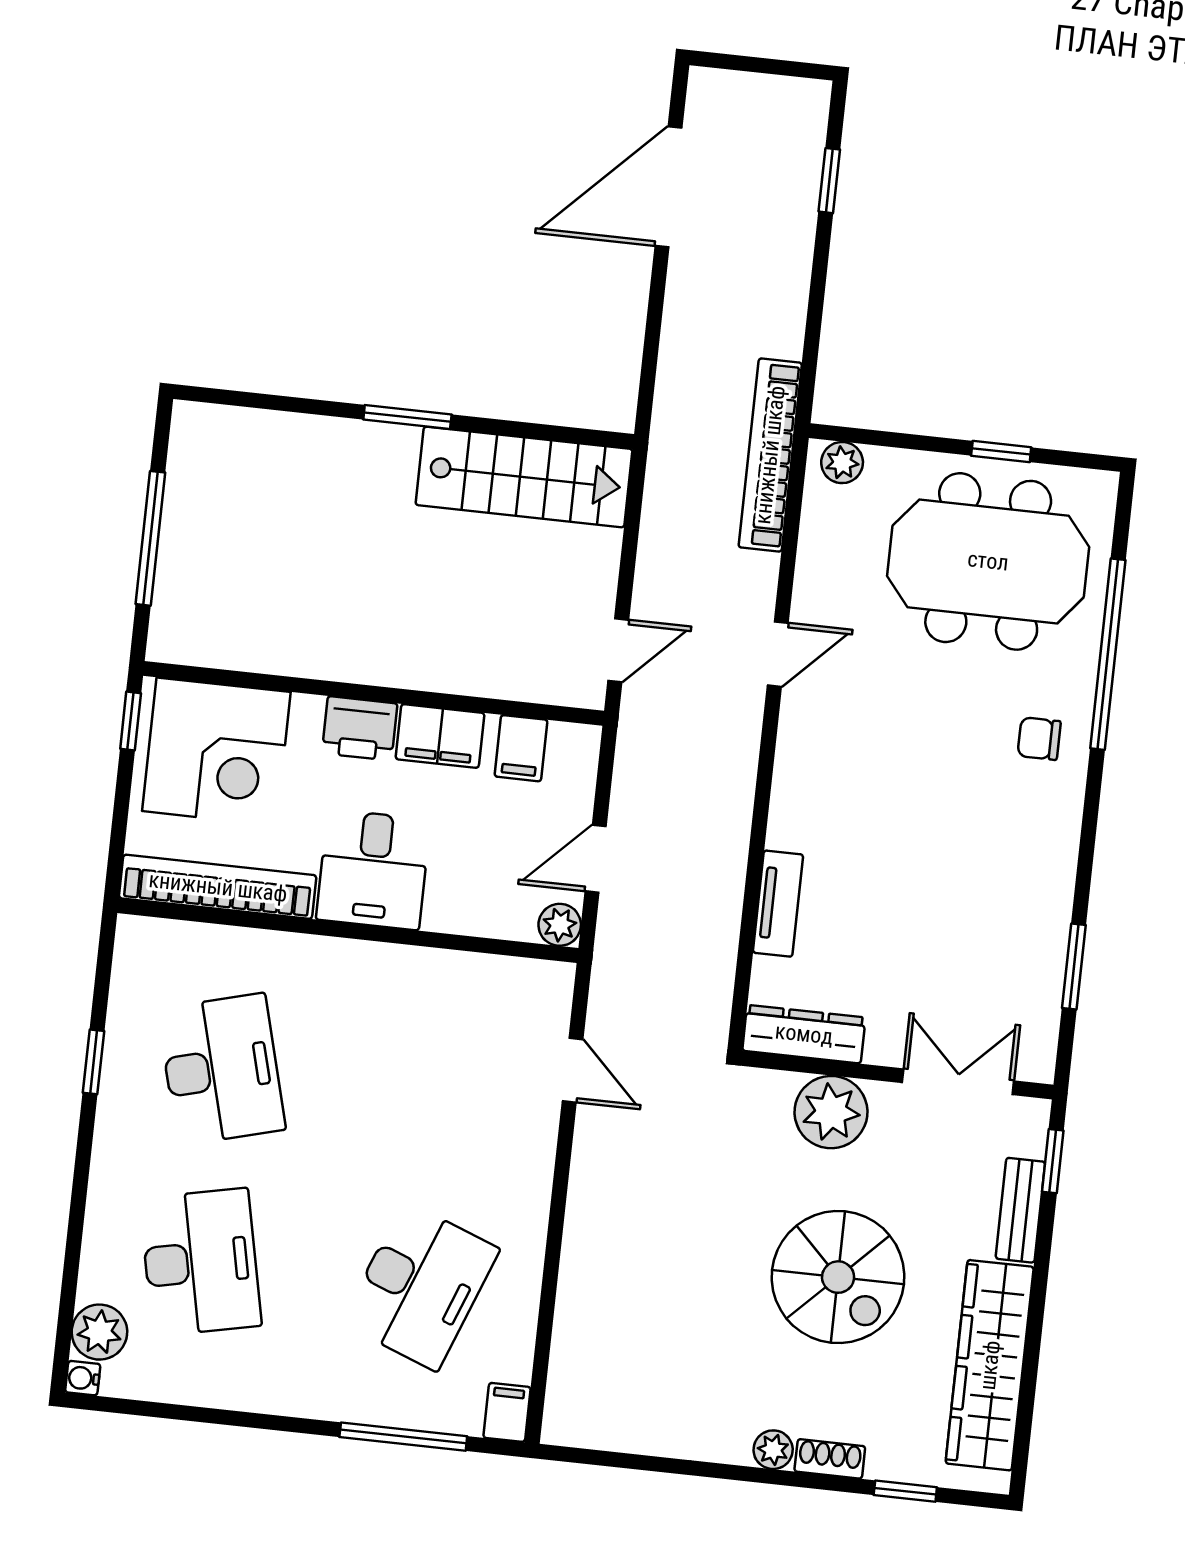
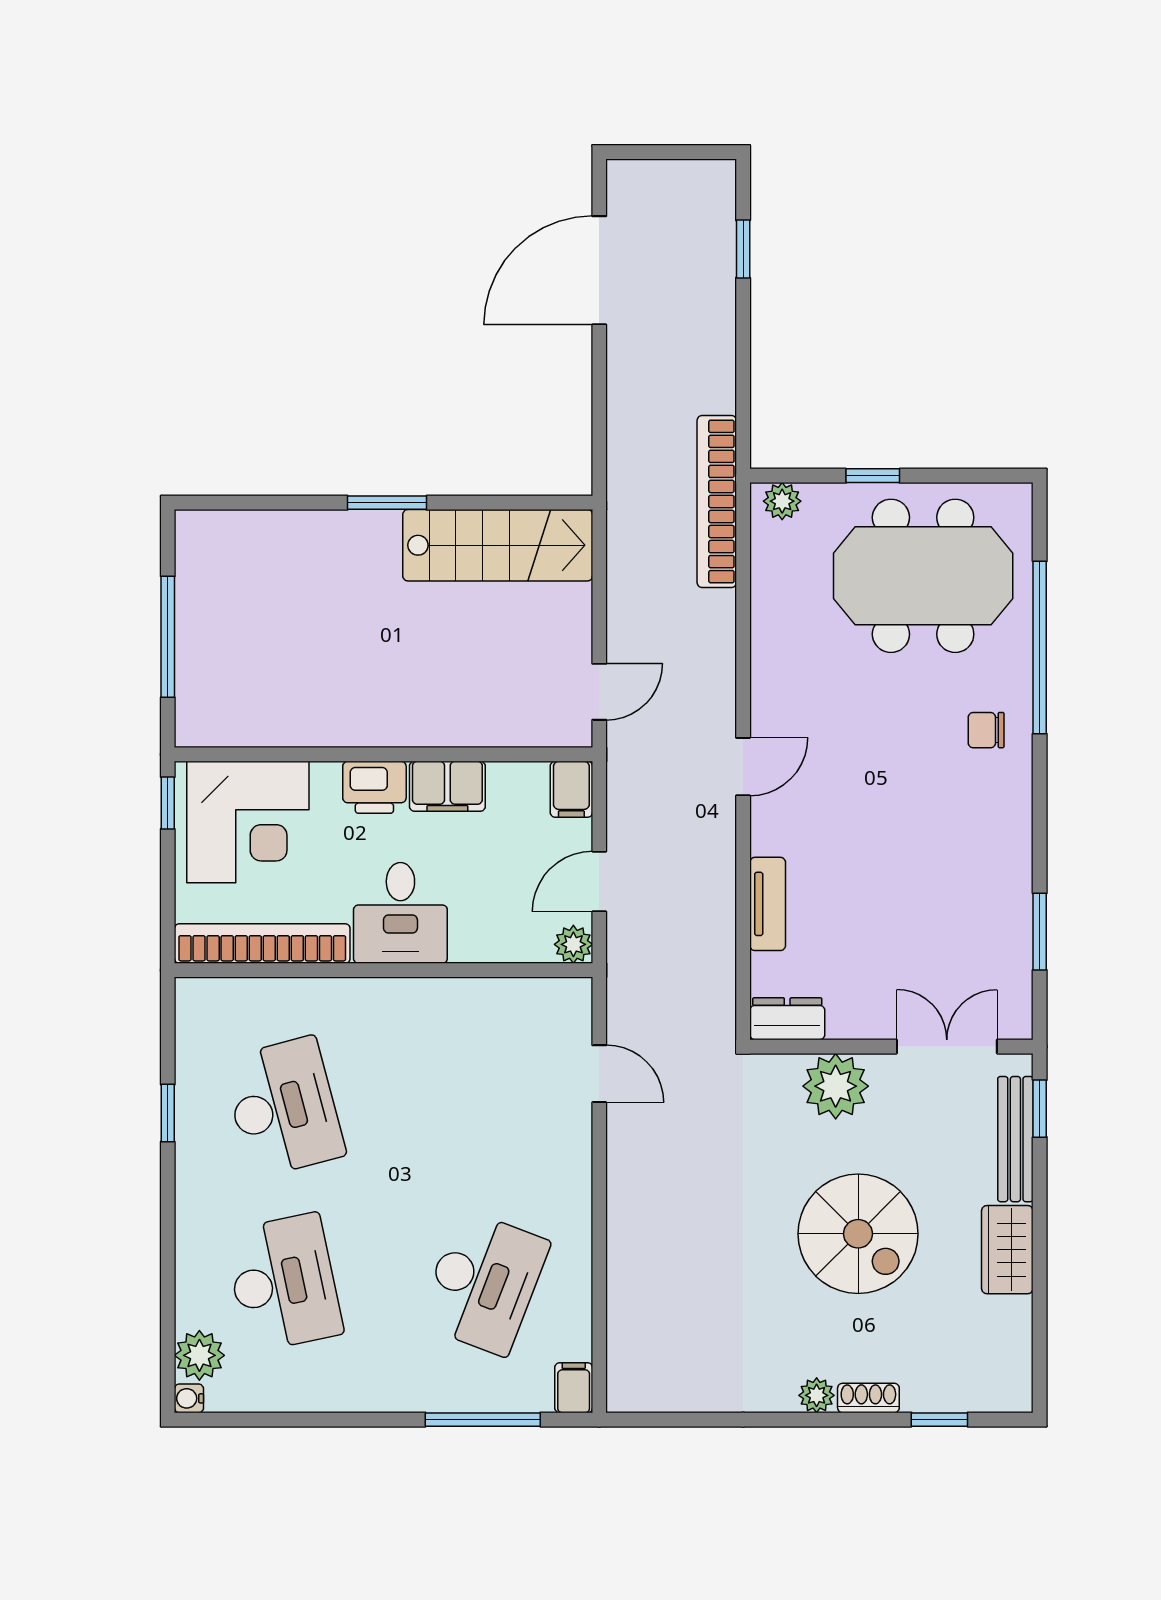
window: (1001, 451) -> (873, 476), moved
door: (778, 654) -> (743, 767), moved
filing cabinet: (521, 748) -> (571, 789), moved
dresser: (804, 1034) -> (787, 1019), width x0.70
bench: (1020, 1210) -> (1015, 1139), width x1.36
wardrobe: (990, 1365) -> (1007, 1250), width x0.48, depth x0.85

